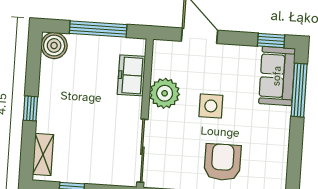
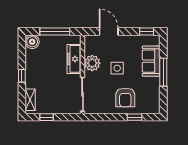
freezer: (131, 75) -> (74, 59), width x1.40
sofa: (277, 76) -> (151, 61), moved
window: (299, 90) -> (163, 72), moved
armchair: (223, 162) -> (125, 97), turned 180

